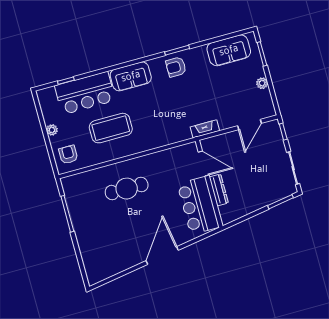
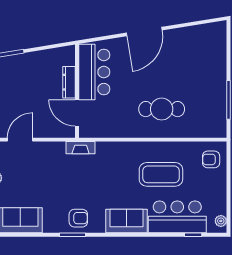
fireplace: (205, 129) -> (81, 148), moved
plant: (52, 130) -> (221, 221), moved
armchair: (68, 155) -> (211, 159), turned 90

